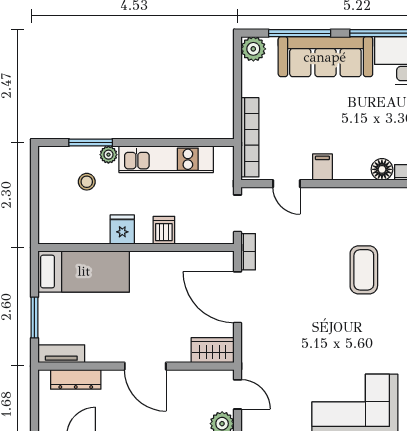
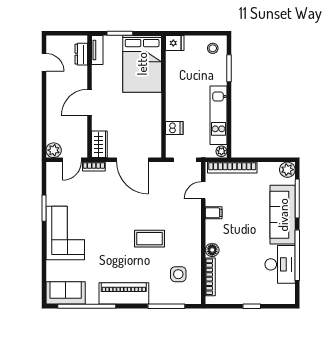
plant: (108, 155) -> (221, 151), moved
stool: (87, 182) -> (213, 48), moved
fridge: (122, 229) -> (175, 43), moved
dishwasher: (164, 230) -> (174, 128), moved
bookcase: (248, 252) -> (94, 166), moved
bed: (84, 271) -> (142, 64), width x1.50
door: (238, 297) -> (132, 160), swing flipped
dresser: (76, 379) -> (81, 54), width x0.70

